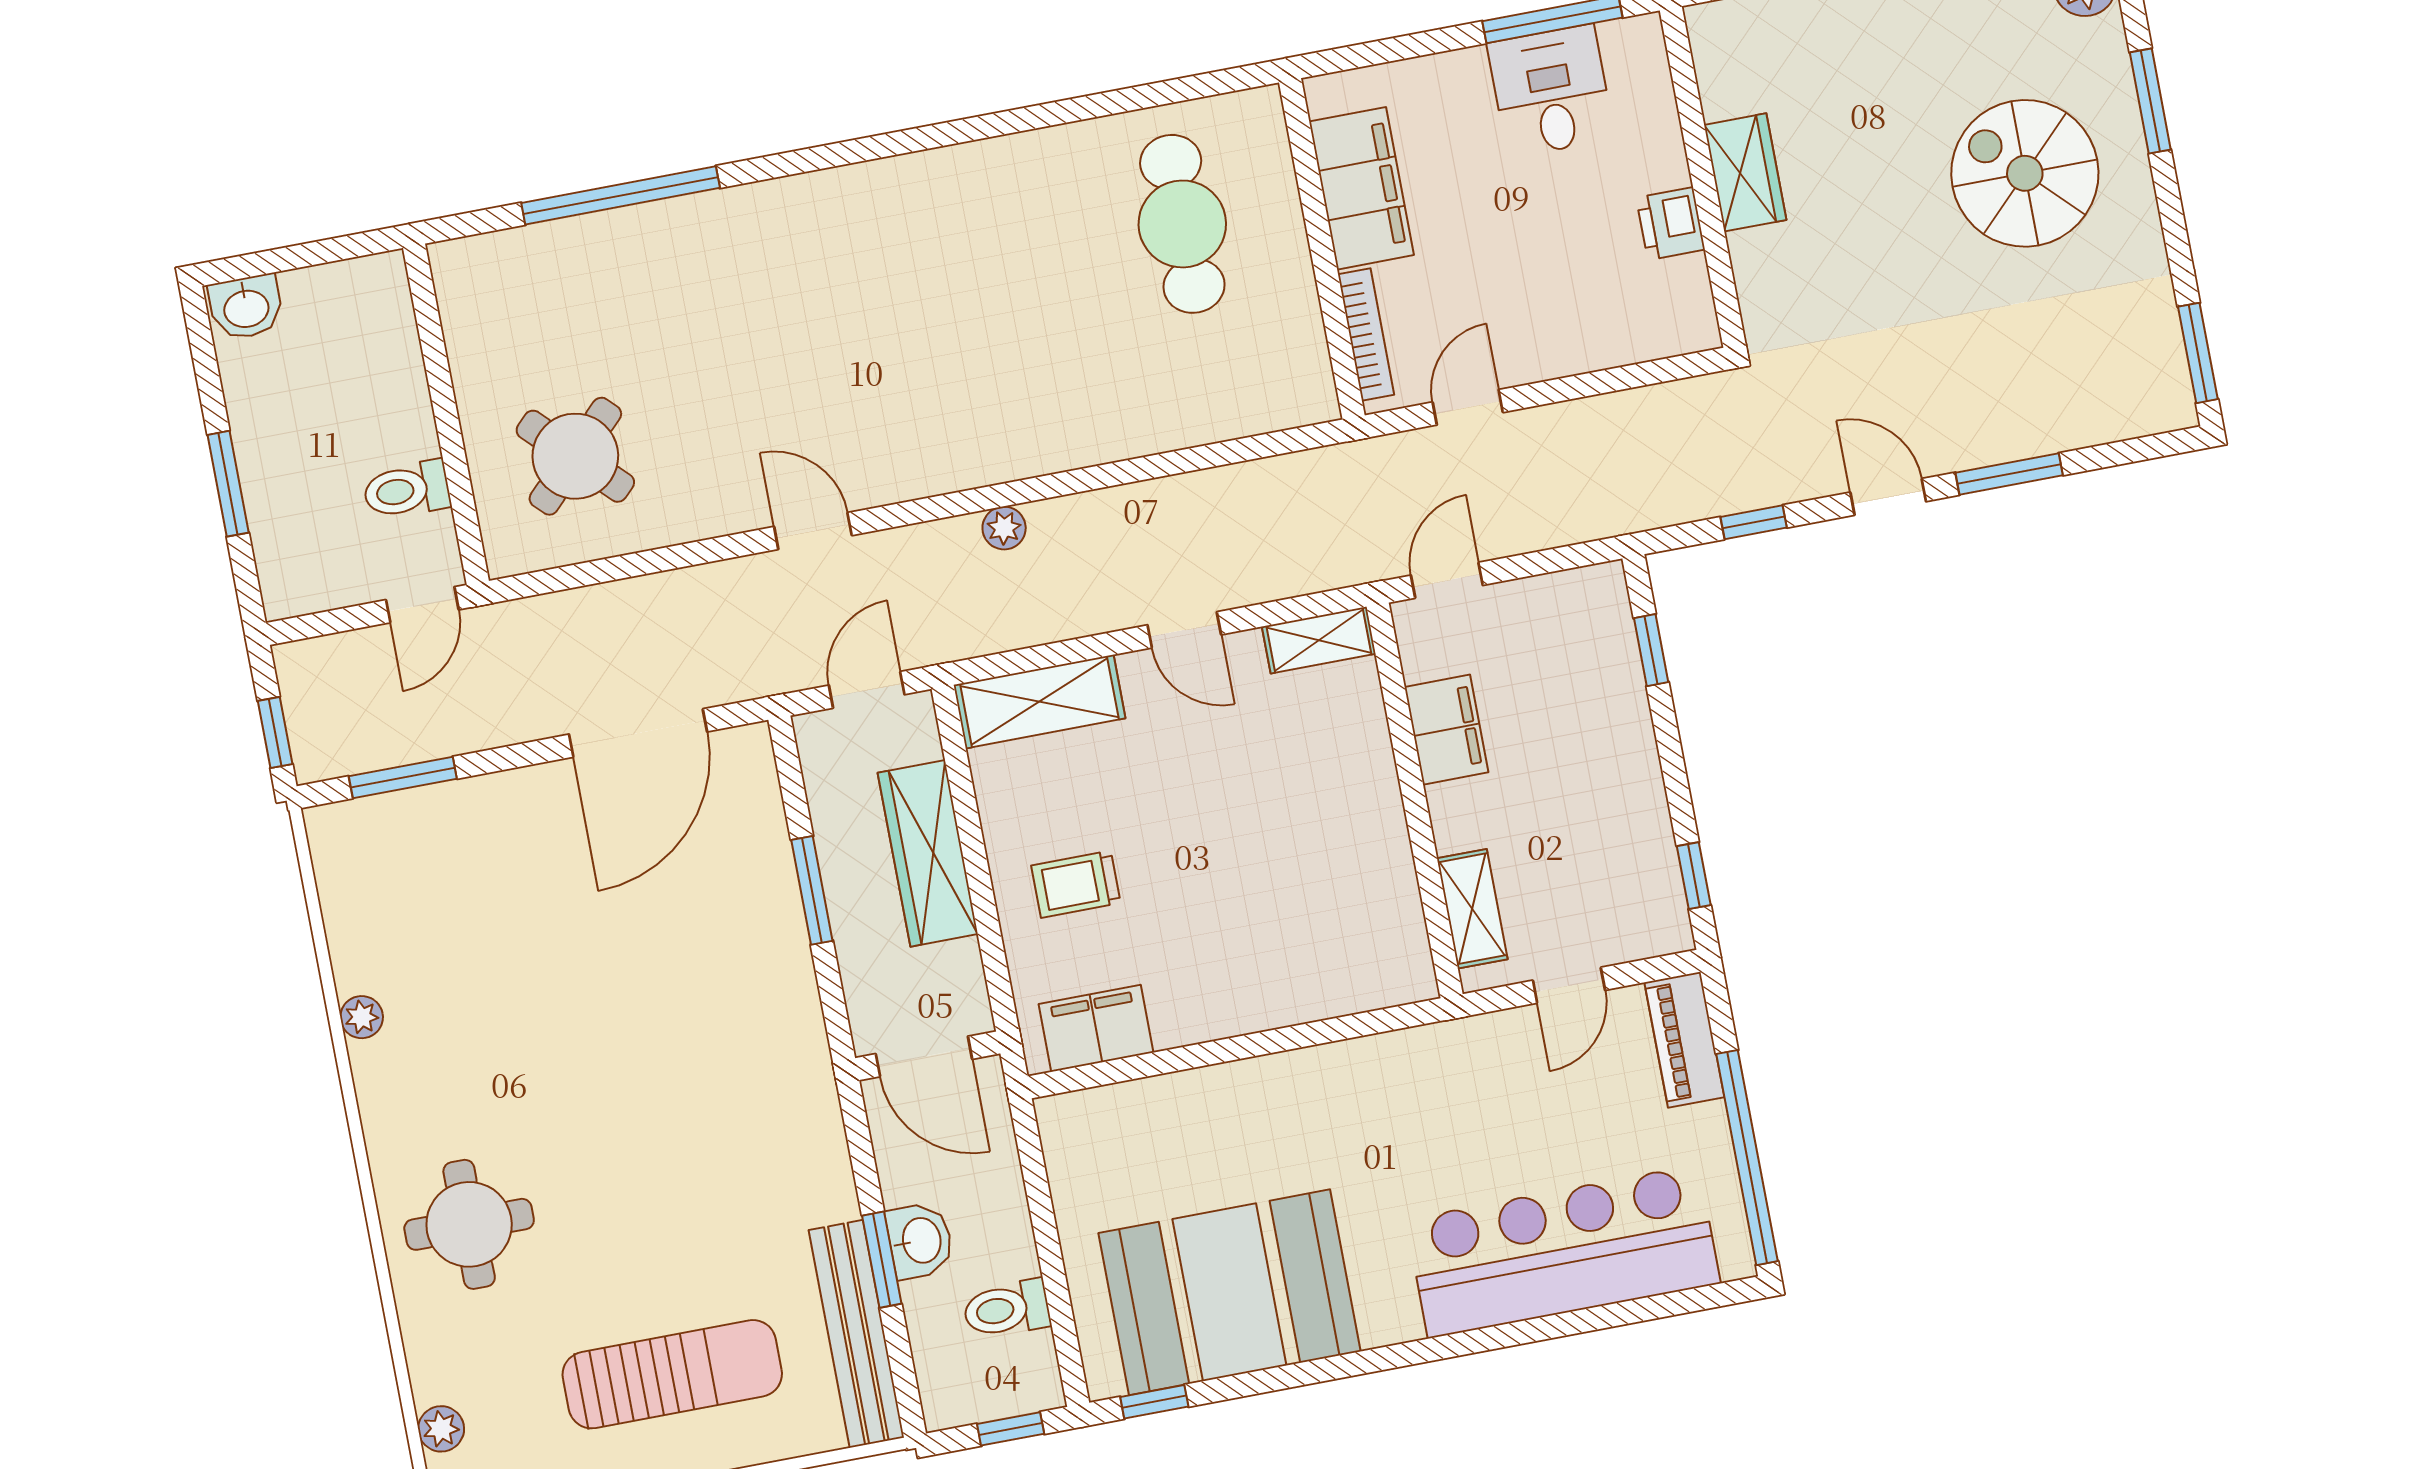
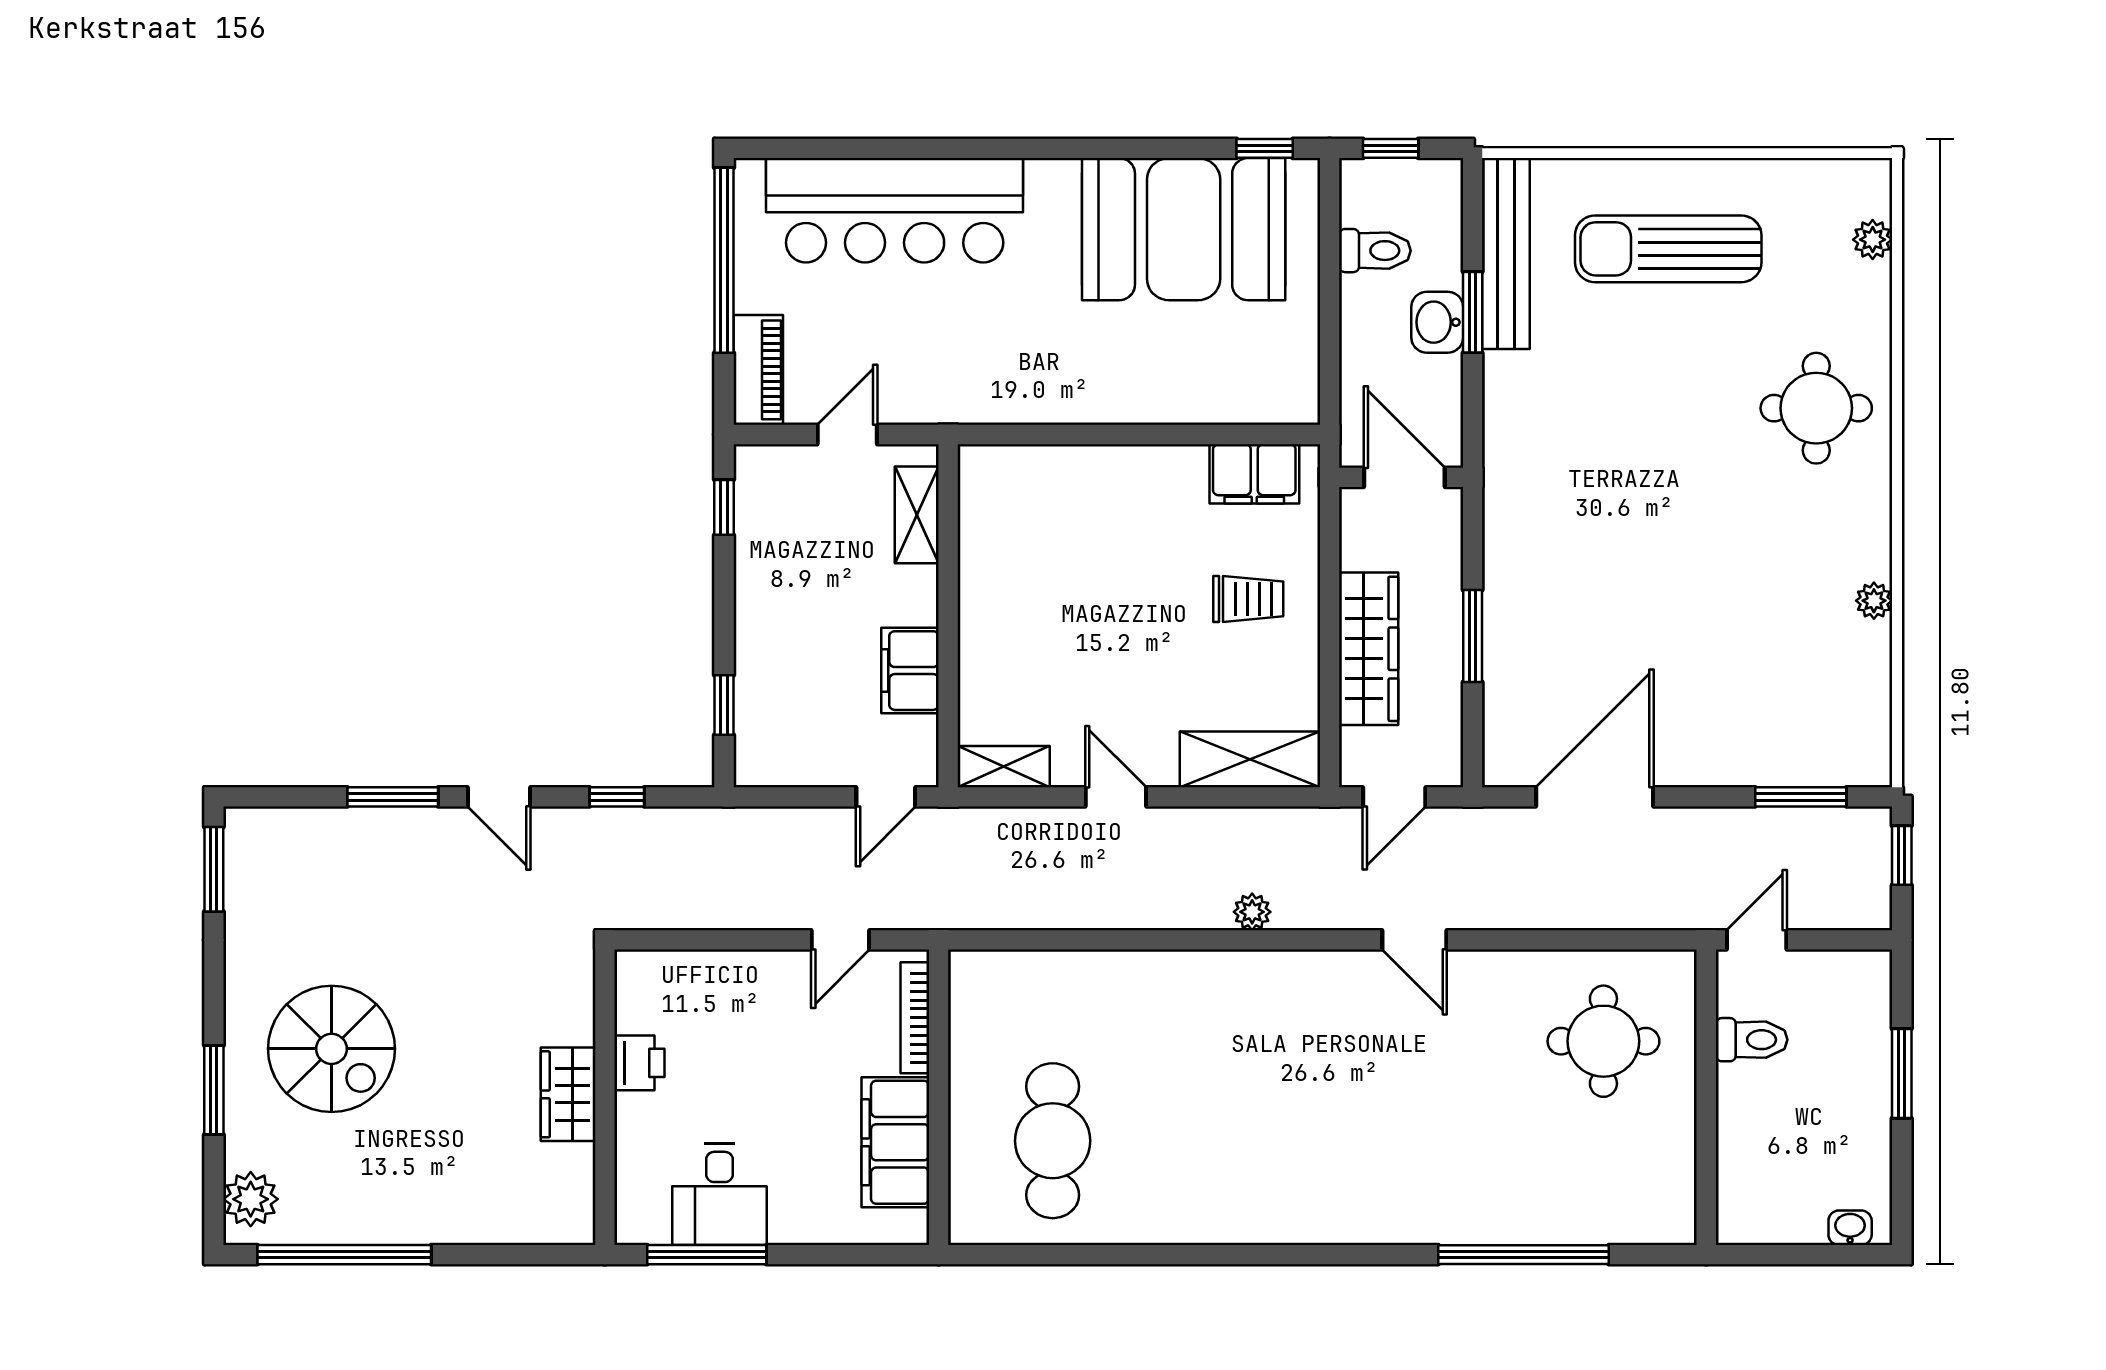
washbasin: (246, 307) -> (1850, 1228), width x0.72, depth x0.69
round table: (575, 456) -> (1603, 1041), turned 45

